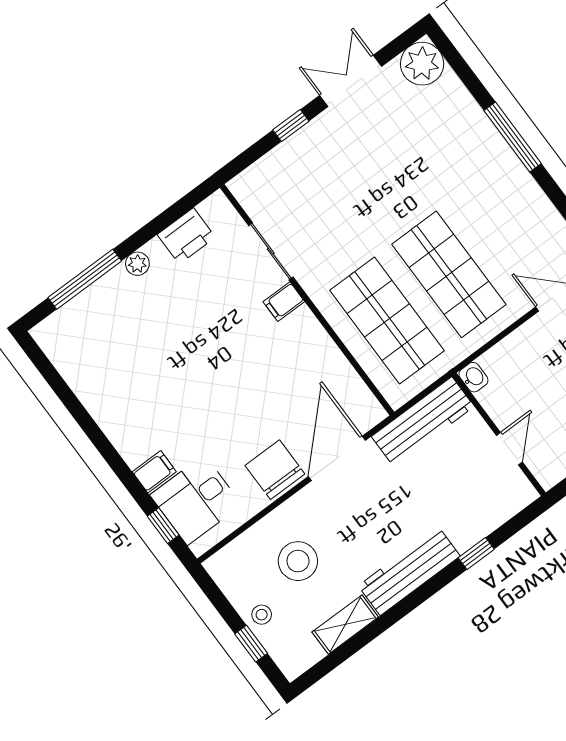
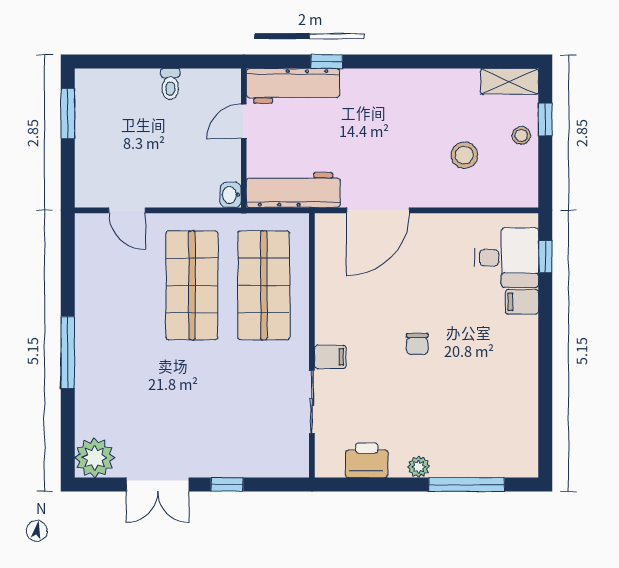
chair: (275, 470) -> (417, 344), moved, width x0.54, depth x0.54
stool: (298, 561) -> (464, 155), width x0.73, depth x0.73
workbench: (409, 571) -> (293, 86), moved
shelving: (345, 625) -> (510, 81), moved

